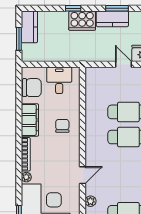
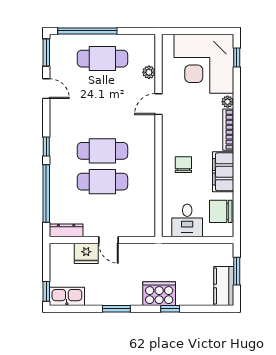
kitchen counter: (112, 19) -> (122, 296), removed
chair: (62, 126) -> (183, 165), turned 180

